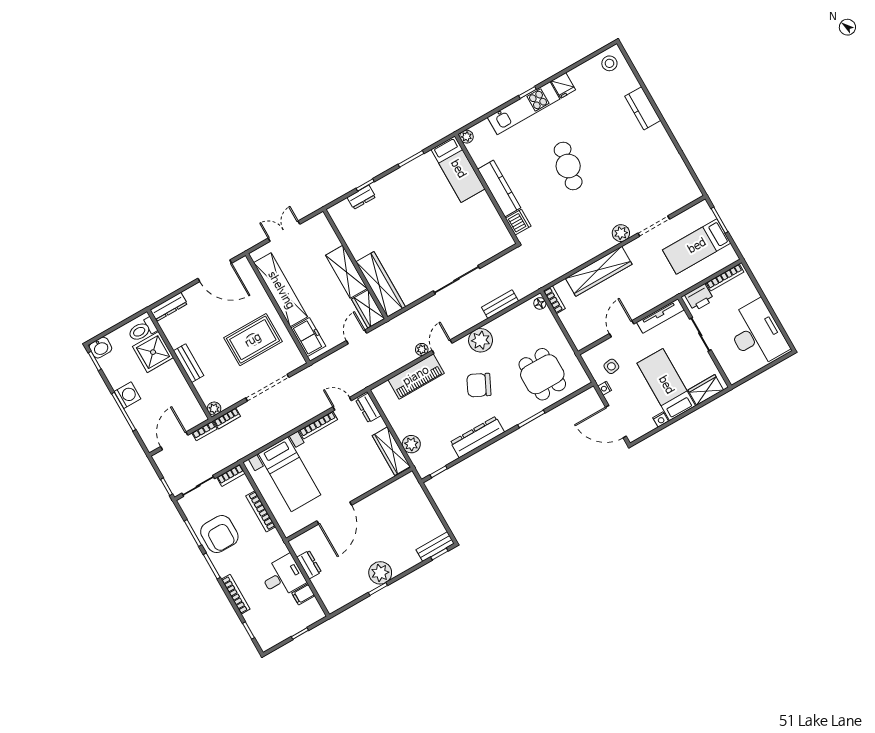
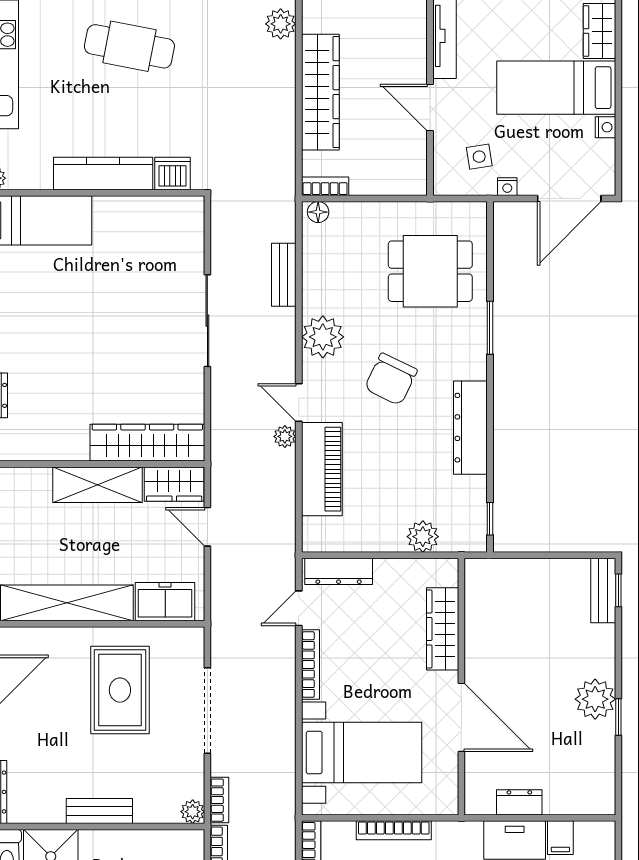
dresser: (368, 408) -> (339, 571), width x1.44
wardrobe: (391, 451) -> (443, 629), moved, turned 90

